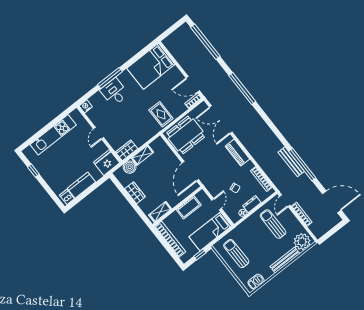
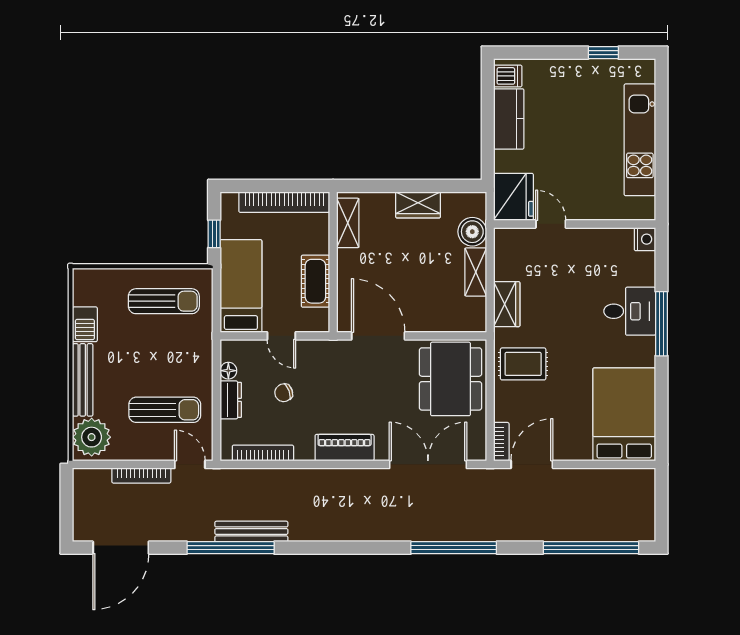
door: (98, 133) -> (551, 224), moved
wardrobe: (127, 150) -> (507, 304), moved
barbecue: (256, 282) -> (85, 324), moved

